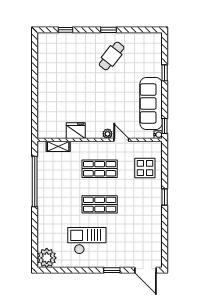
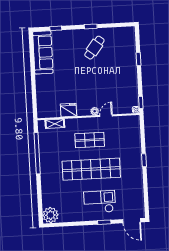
sofa: (151, 104) -> (43, 52), moved, turned 180
door: (121, 140) -> (106, 116), hinge flipped
display table: (145, 168) -> (127, 137), removed
shop shelf: (100, 204) -> (91, 169), width x2.00, depth x1.36
checkout: (87, 241) -> (100, 202), moved

